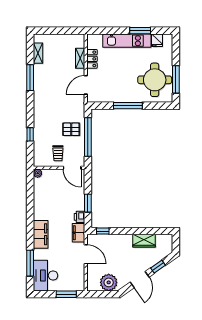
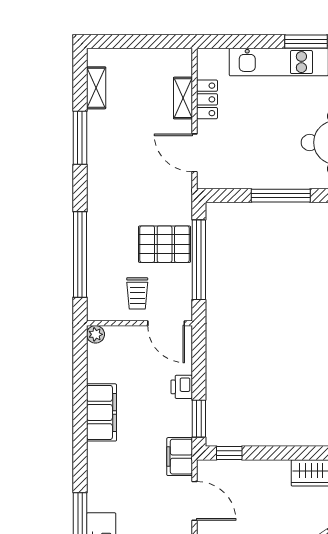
door: (86, 85) -> (194, 153), hinge flipped
pallet: (71, 129) -> (165, 244), width x1.50, depth x1.42
window: (30, 134) -> (80, 255), width x3.17
window: (88, 203) -> (199, 419), moved
printer: (80, 217) -> (182, 387), moved
filing cabinet: (41, 234) -> (102, 412), moved

